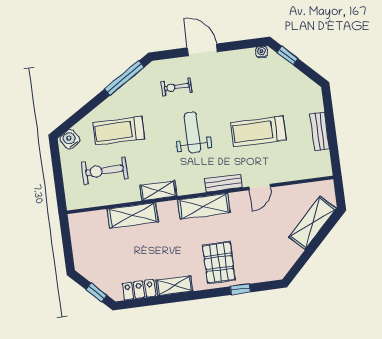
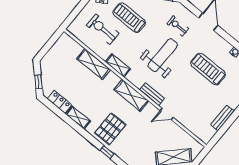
treadmill: (258, 131) -> (208, 69), moved
weight bench: (192, 132) -> (163, 55), width x1.36, depth x1.33

